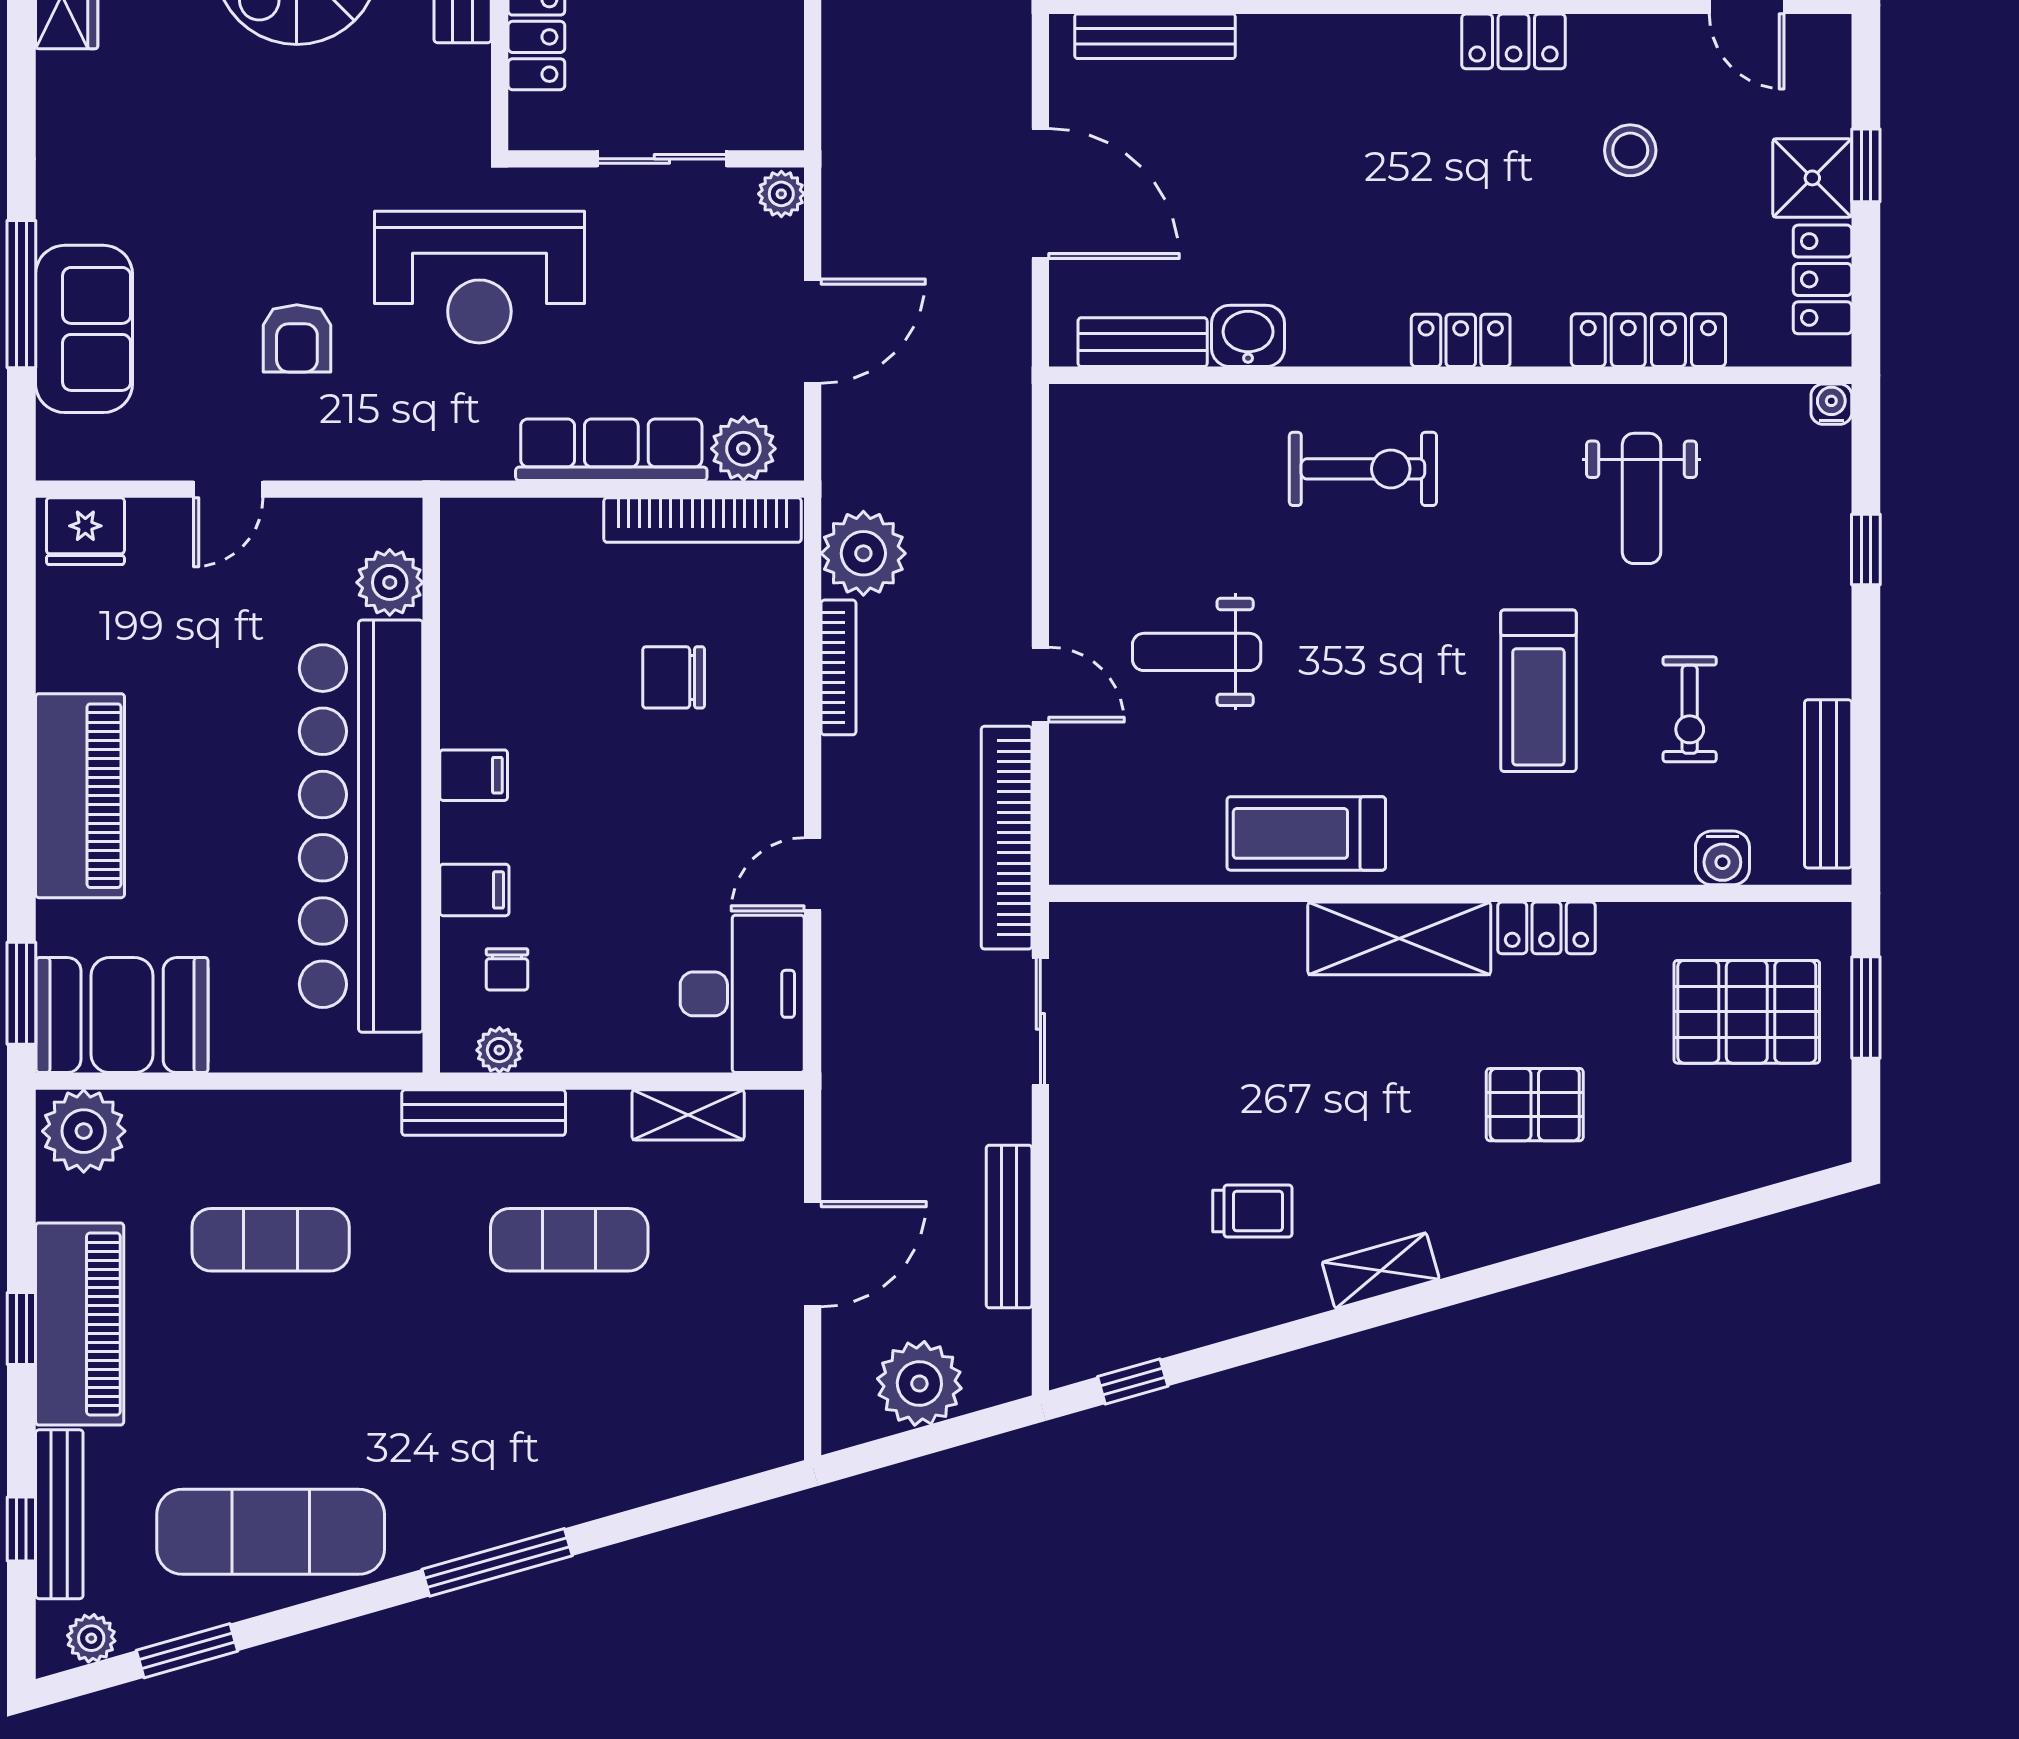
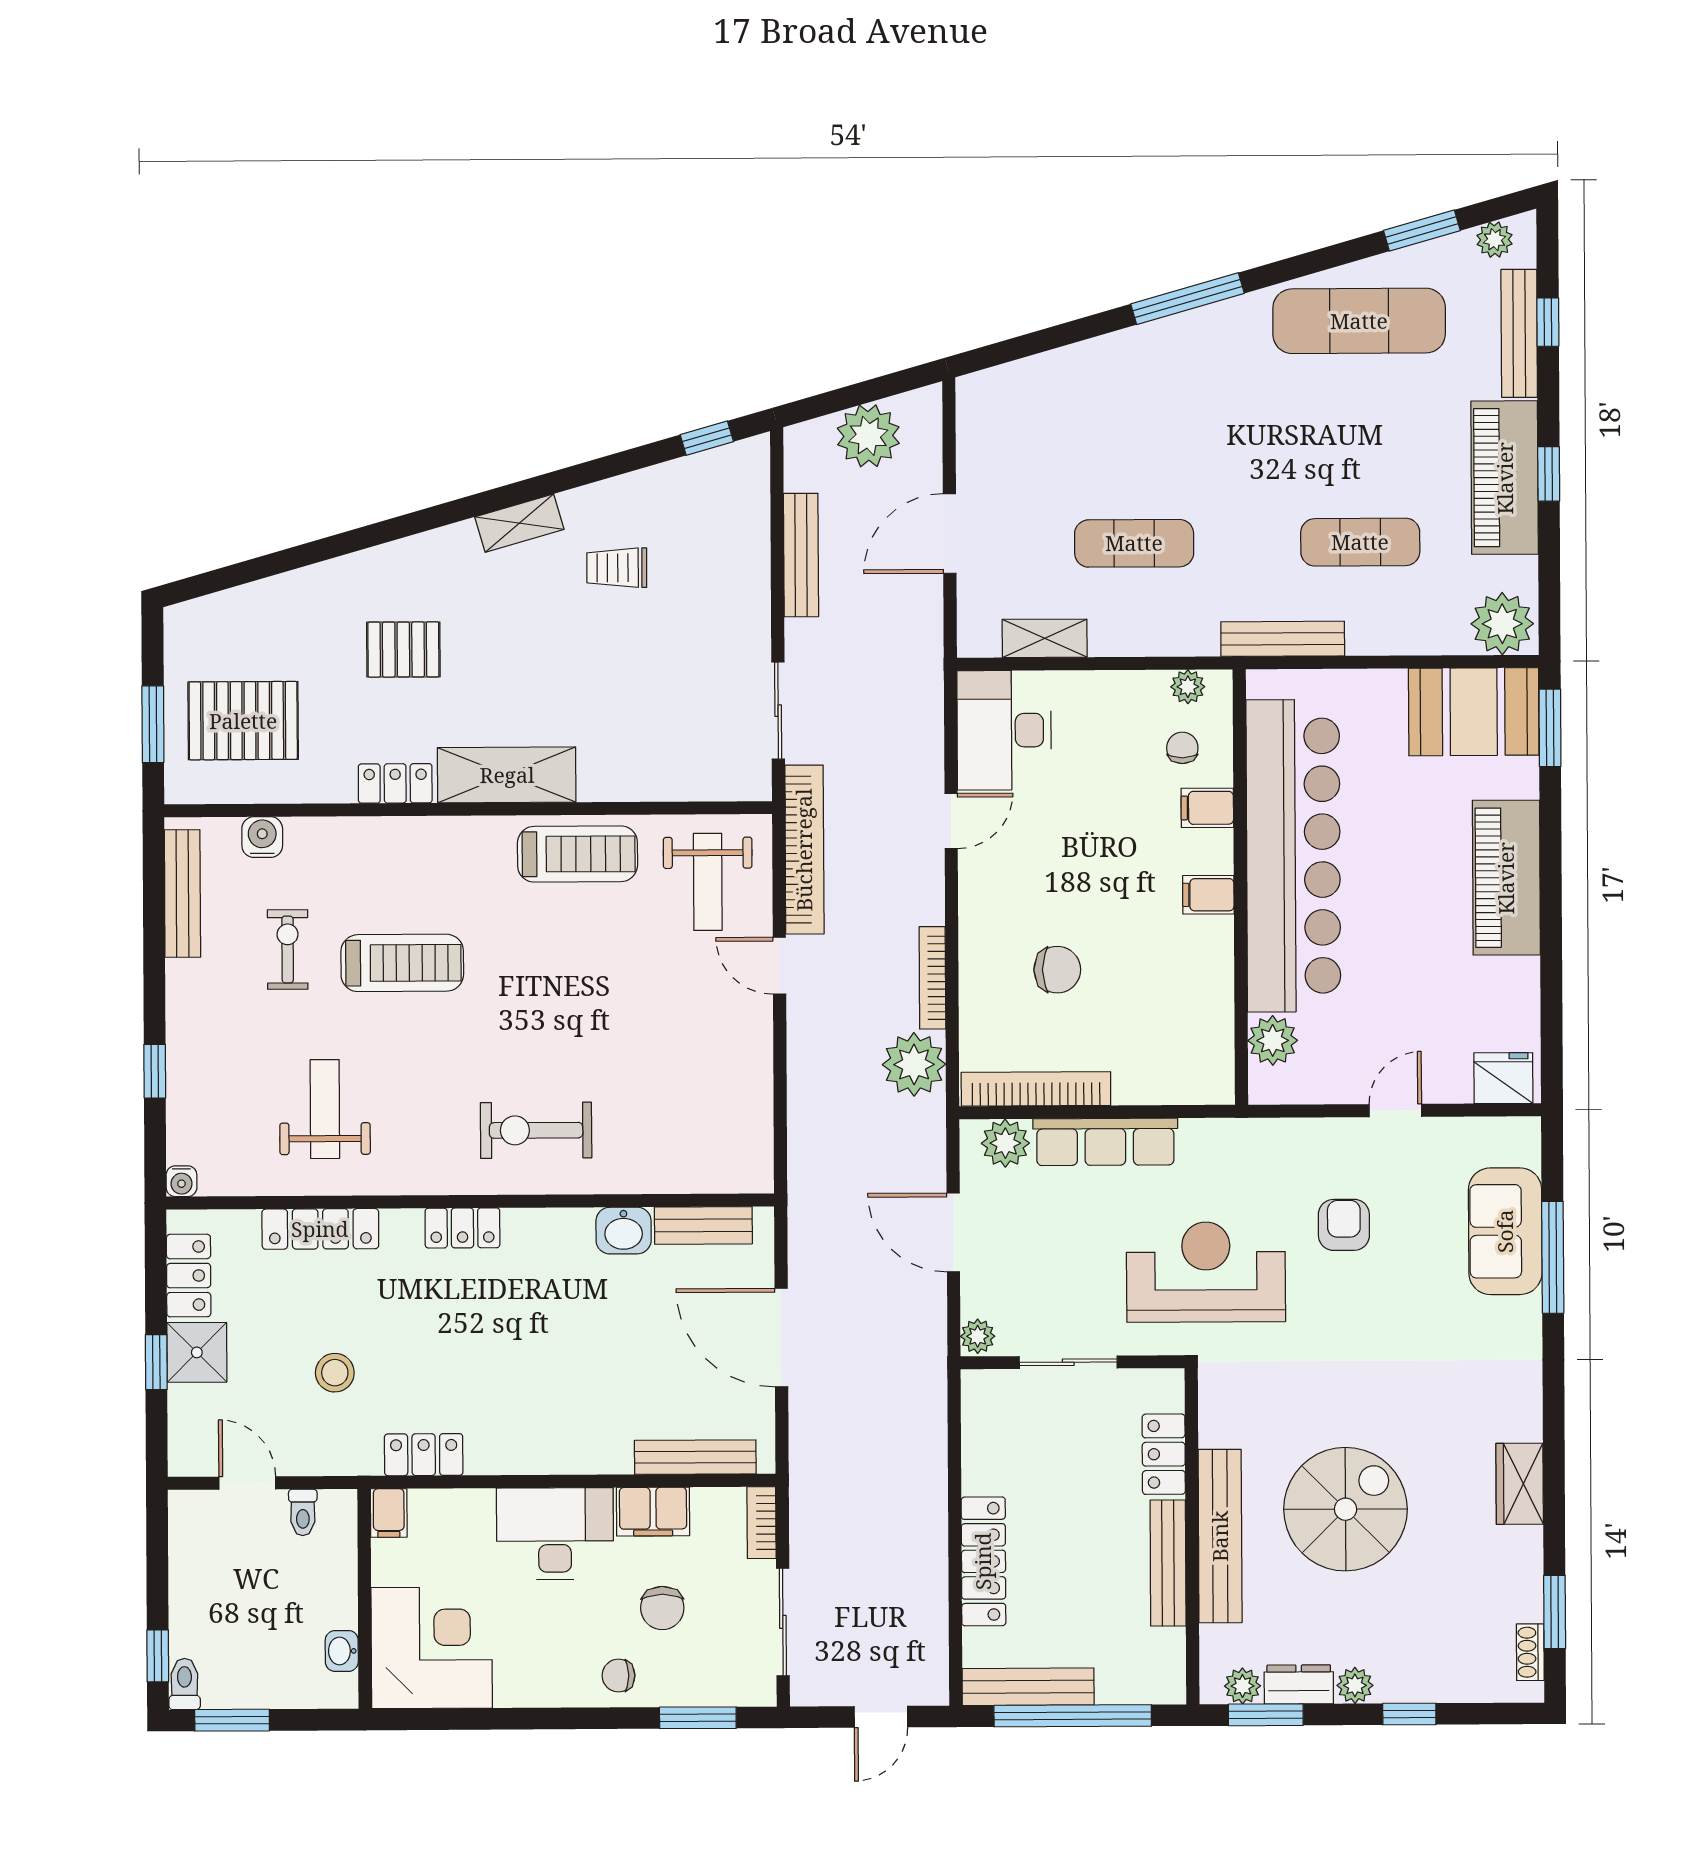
door: (813, 331) -> (953, 1232), hinge flipped
weight bench: (1197, 652) -> (708, 882), moved, turned 90
treadmill: (1538, 691) -> (402, 963), turned 90
bench: (484, 1113) -> (1283, 639), moved

